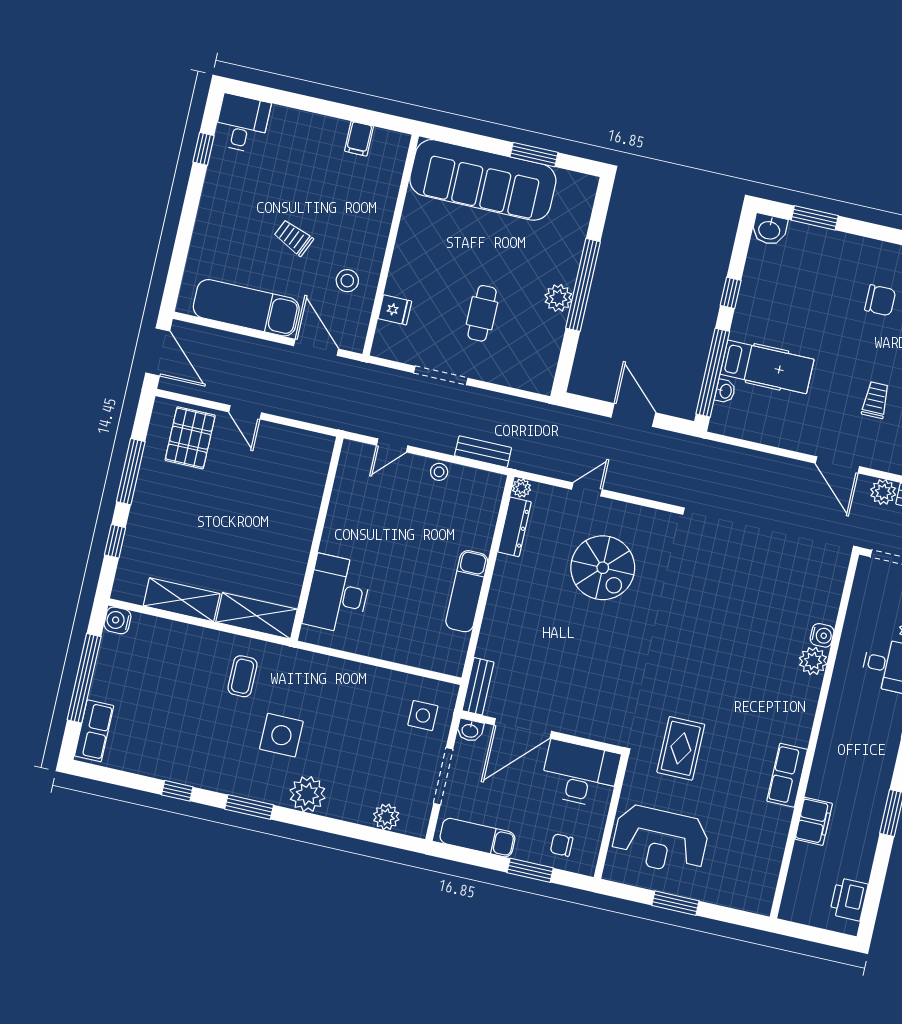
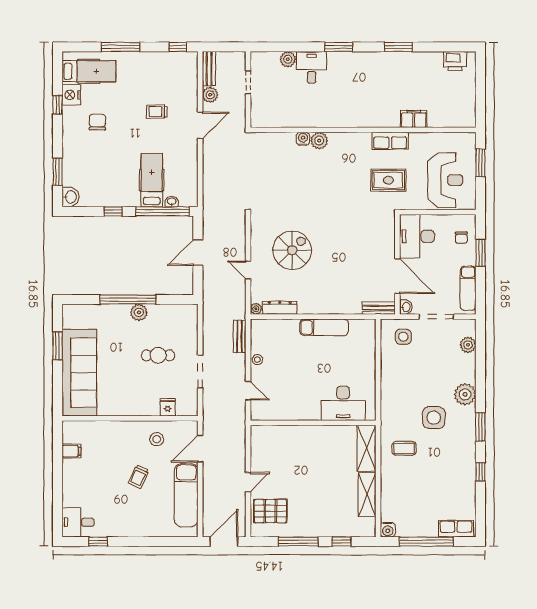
water cooler: (822, 635) -> (303, 139), moved
plant: (813, 661) -> (319, 141), moved
wall: (814, 736) -> (363, 130), moved
row of seats: (787, 775) -> (390, 141), moved
filing cabinet: (814, 821) -> (414, 119), moved

